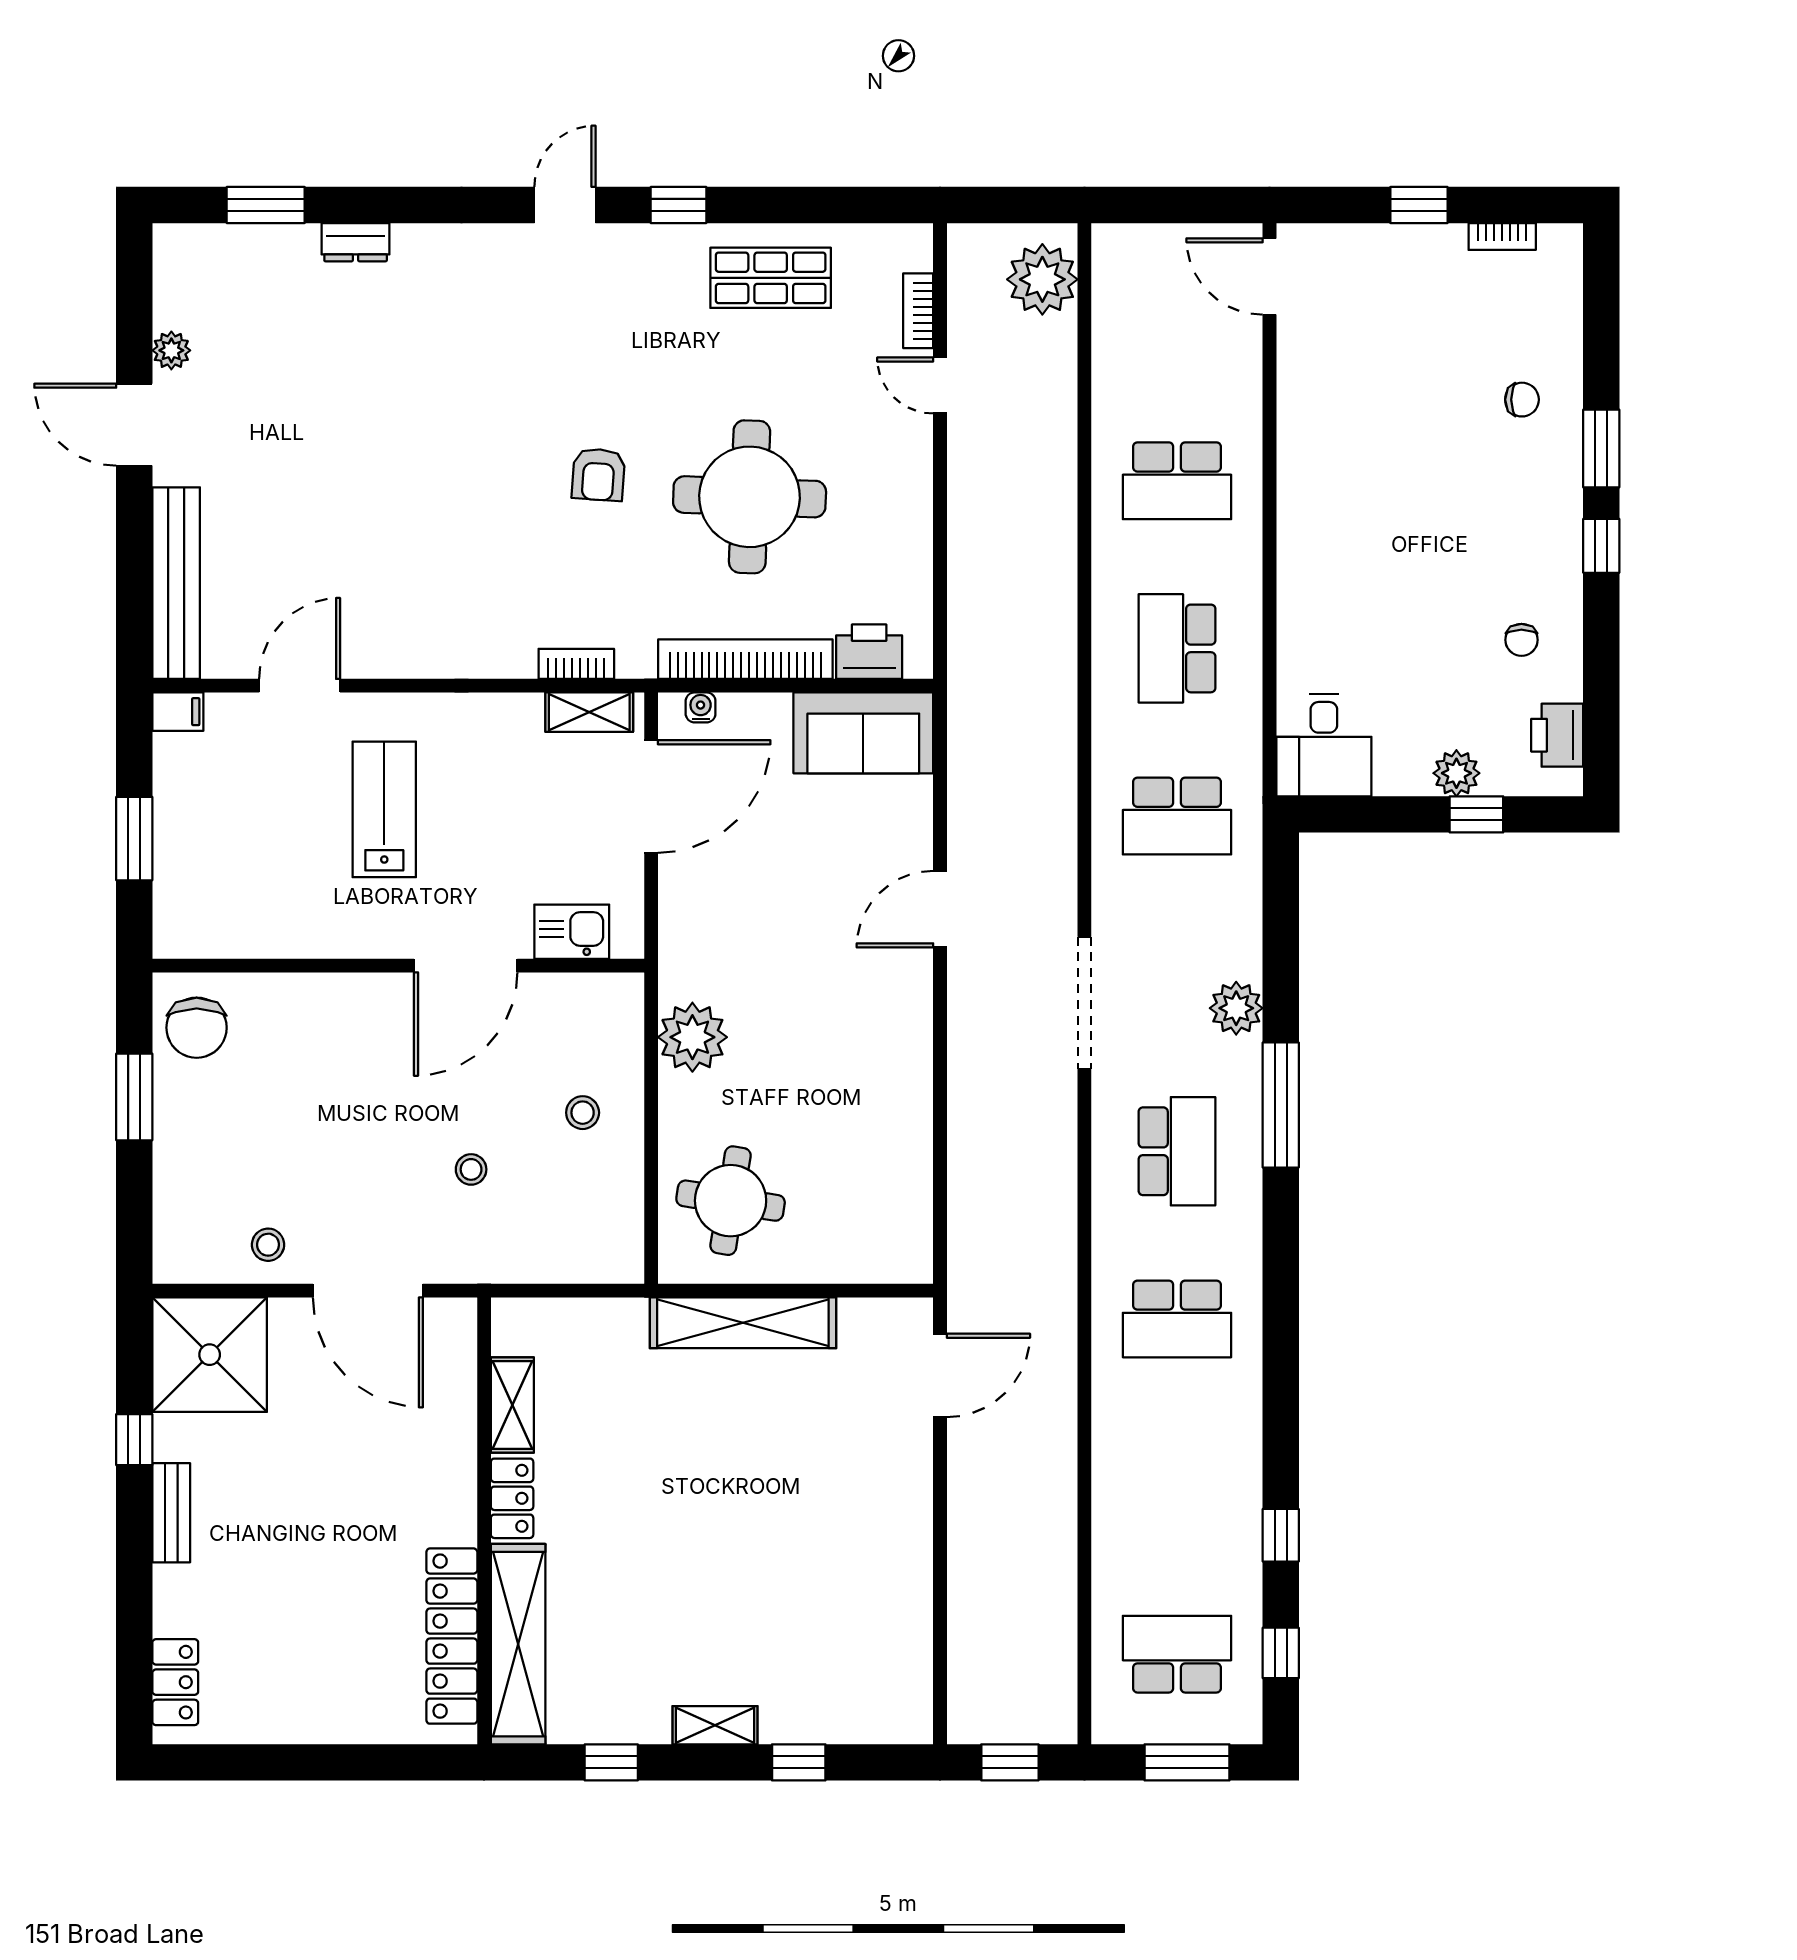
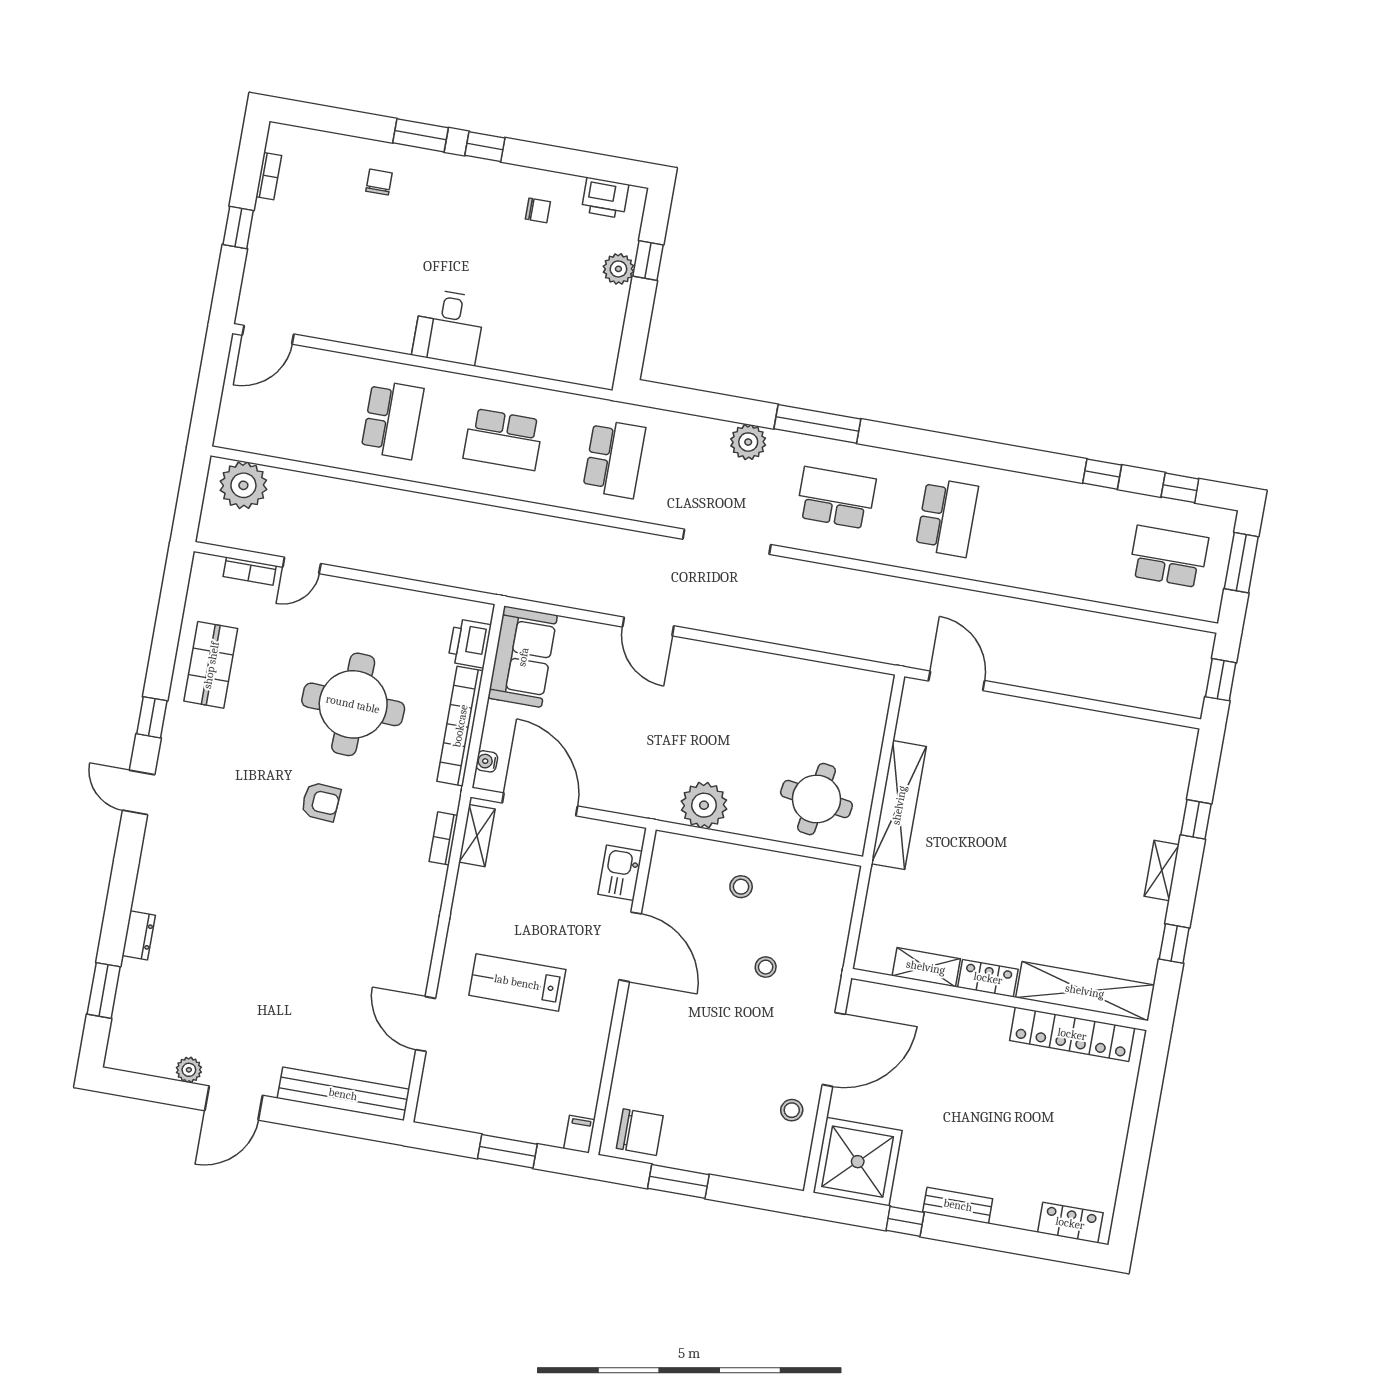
filing cabinet: (178, 712) -> (579, 1134), moved
desk: (1324, 745) -> (449, 327), moved, turned 90
school desk: (1177, 1654) -> (1169, 557), turned 90

